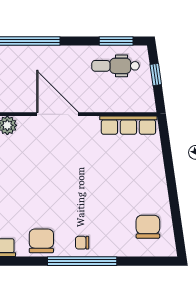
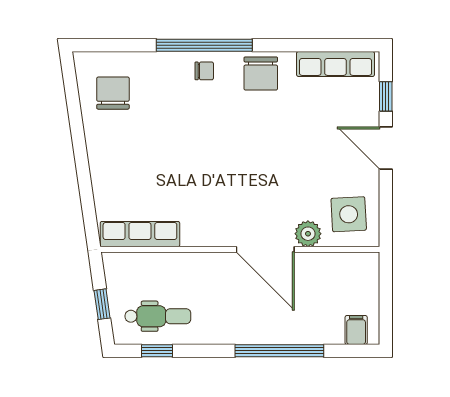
window: (116, 41) -> (157, 351), width x0.67
door: (58, 114) -> (265, 249), moved
chair: (148, 227) -> (113, 93), turned 180

